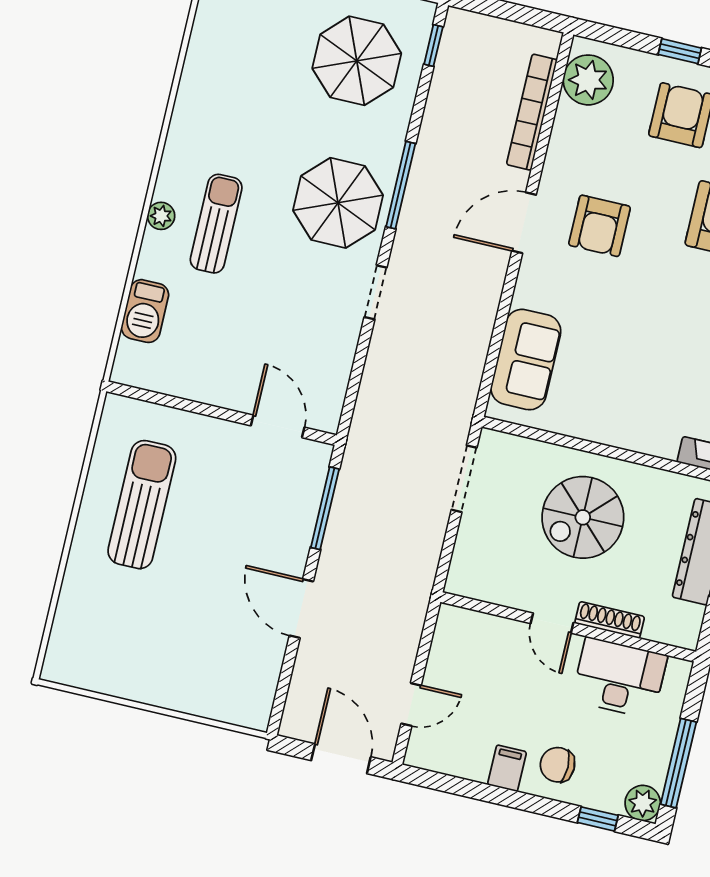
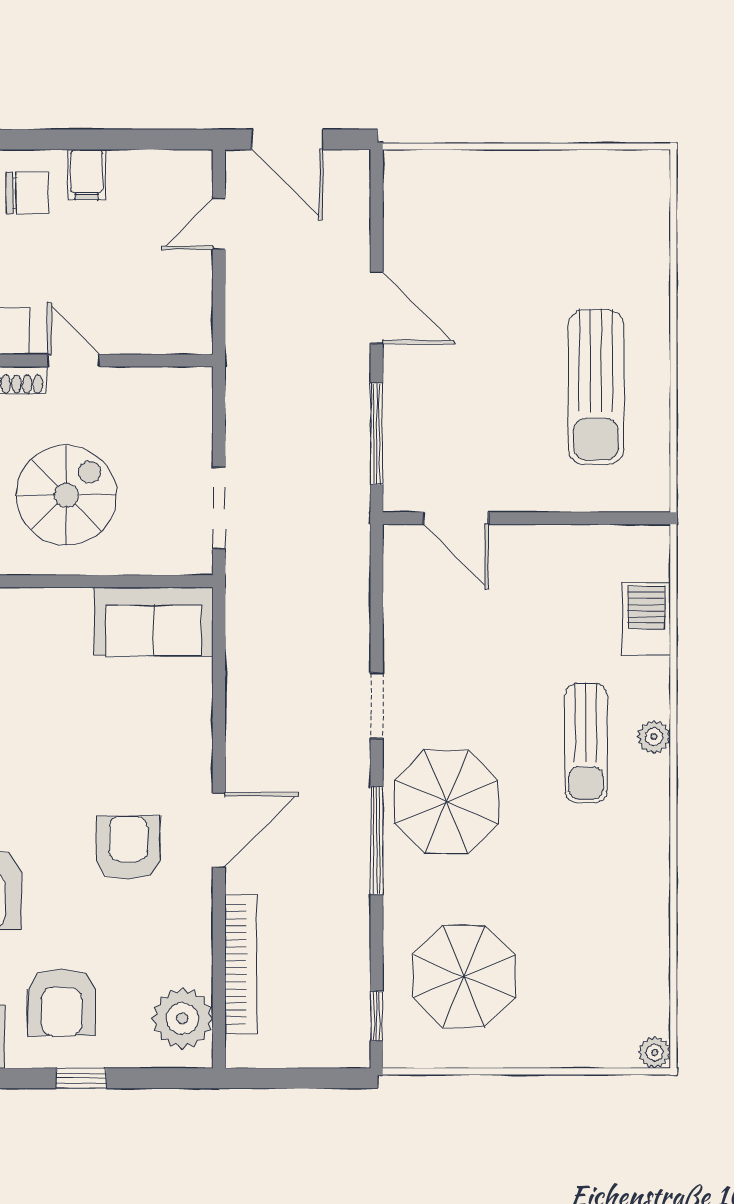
sofa: (526, 360) -> (154, 622), moved, turned -90

